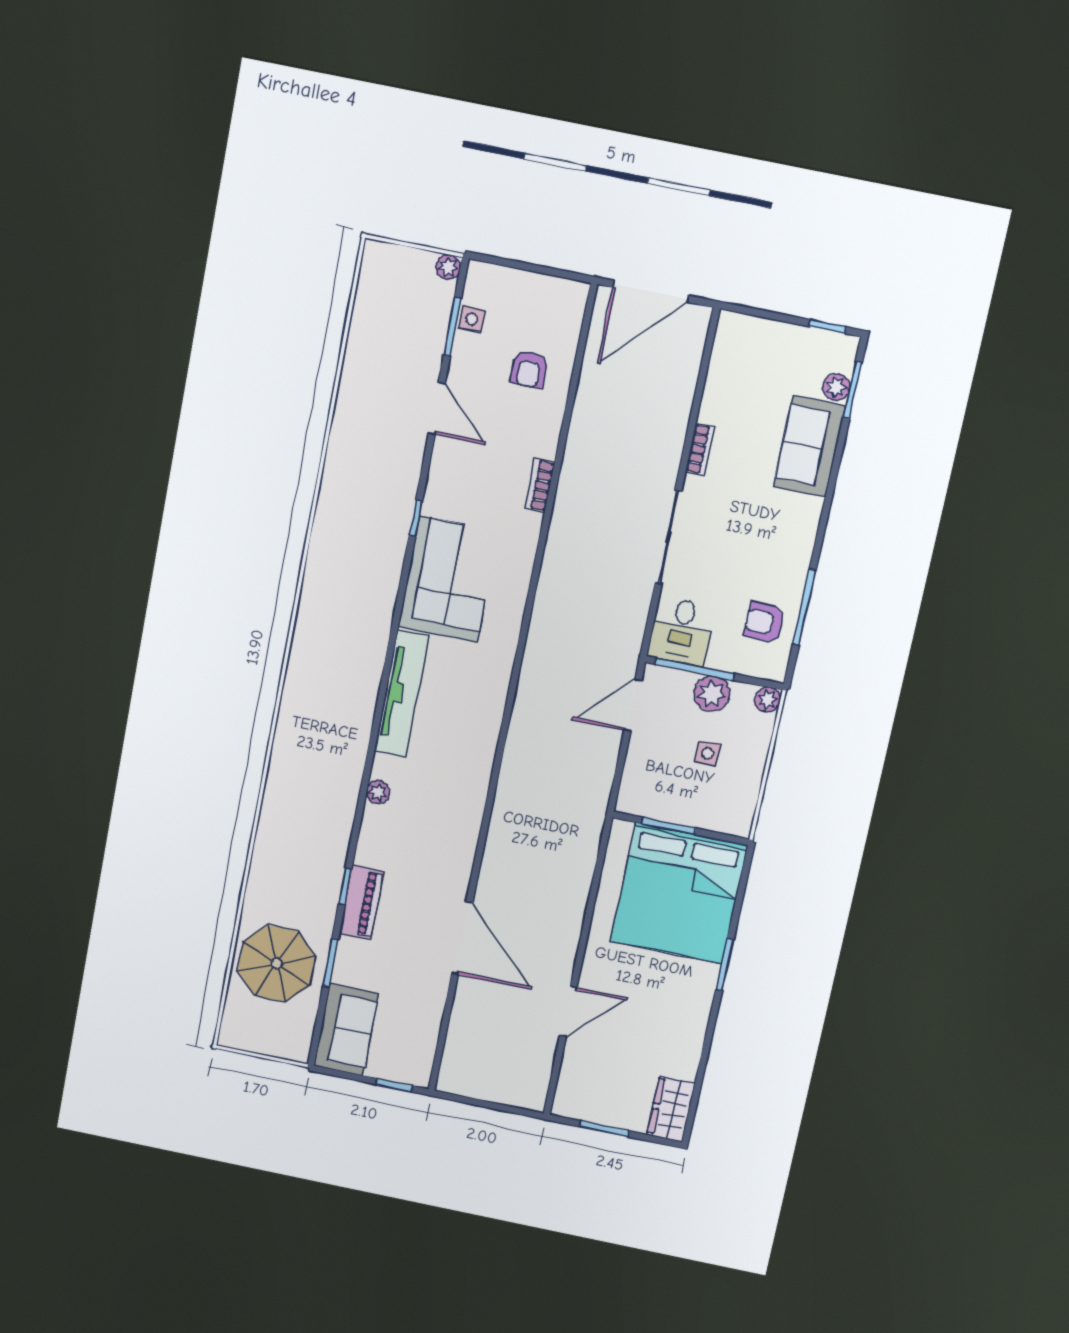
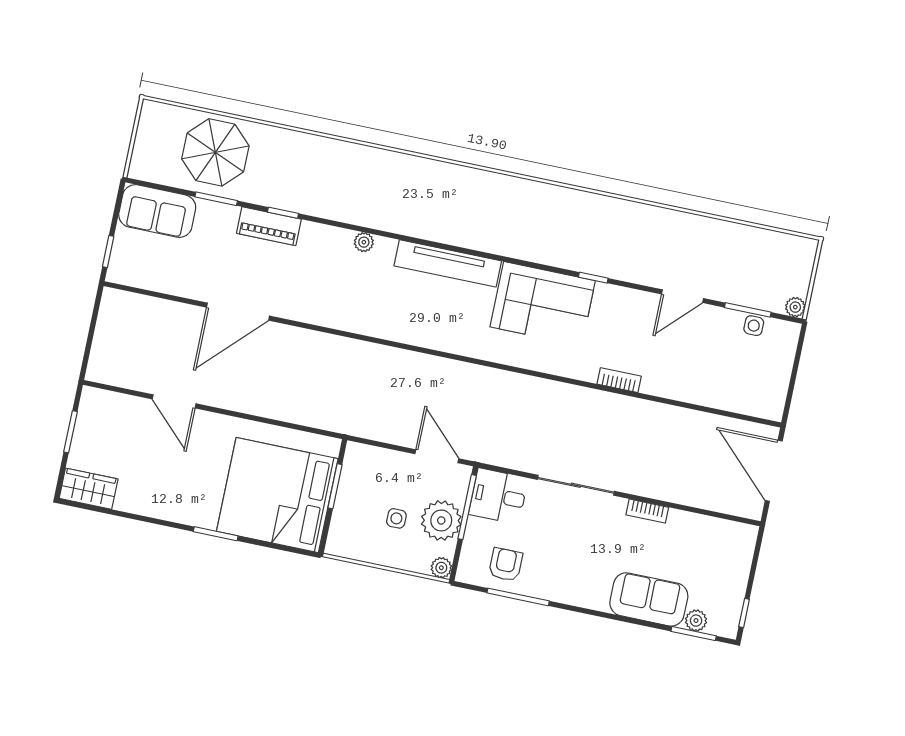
armchair: (529, 369) -> (713, 372), removed
plant: (712, 694) -> (441, 520), width x1.36, depth x1.36

